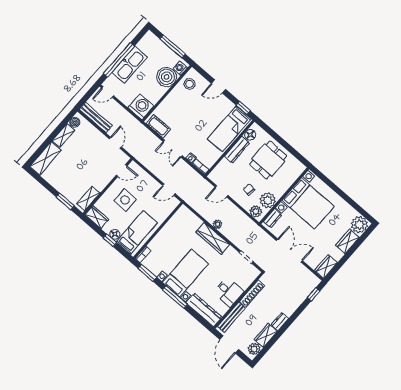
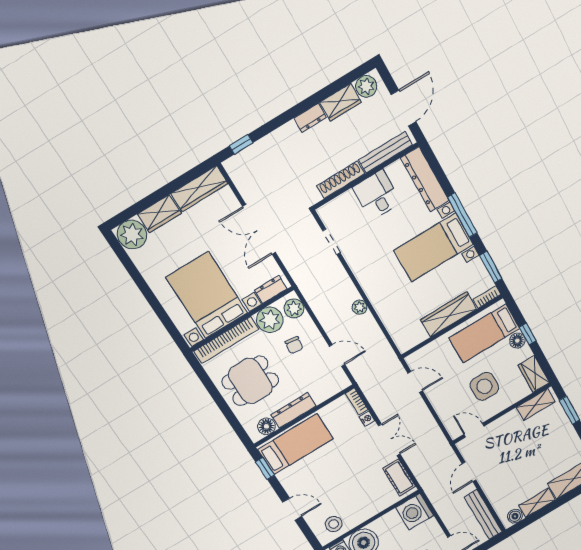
bookcase: (289, 180) -> (226, 340), added
wardrobe: (213, 238) -> (449, 314), moved, turned -90
wardrobe: (326, 266) -> (199, 189), width x1.50

